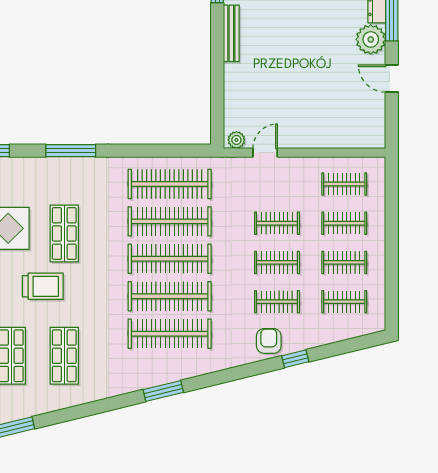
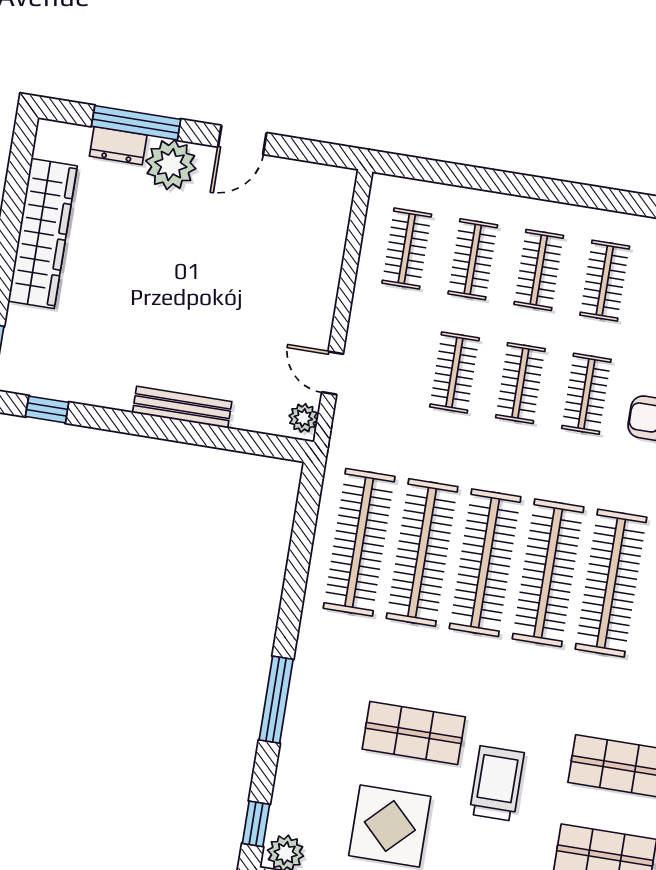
bench: (231, 33) -> (182, 407), moved

